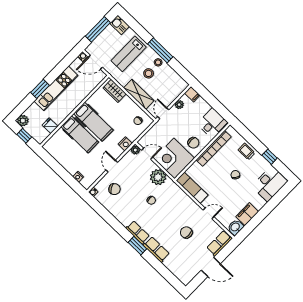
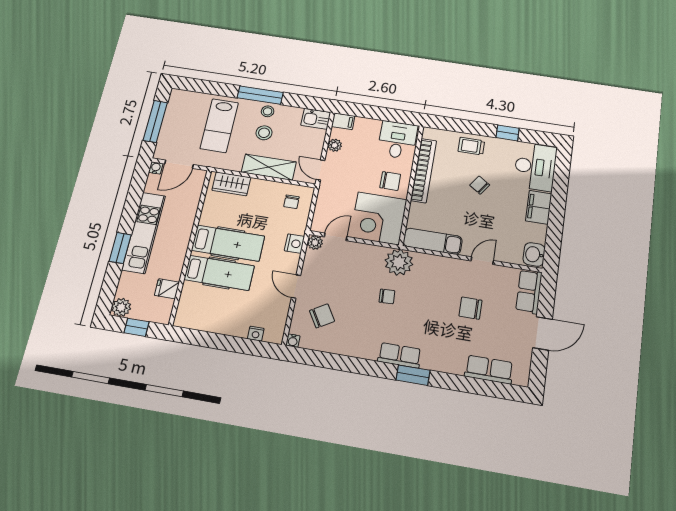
kitchen sink: (120, 25) -> (316, 119), moved
plant: (158, 177) -> (399, 262), moved
filing cabinet: (247, 214) -> (539, 207), moved
row of seats: (156, 250) -> (489, 370), moved

